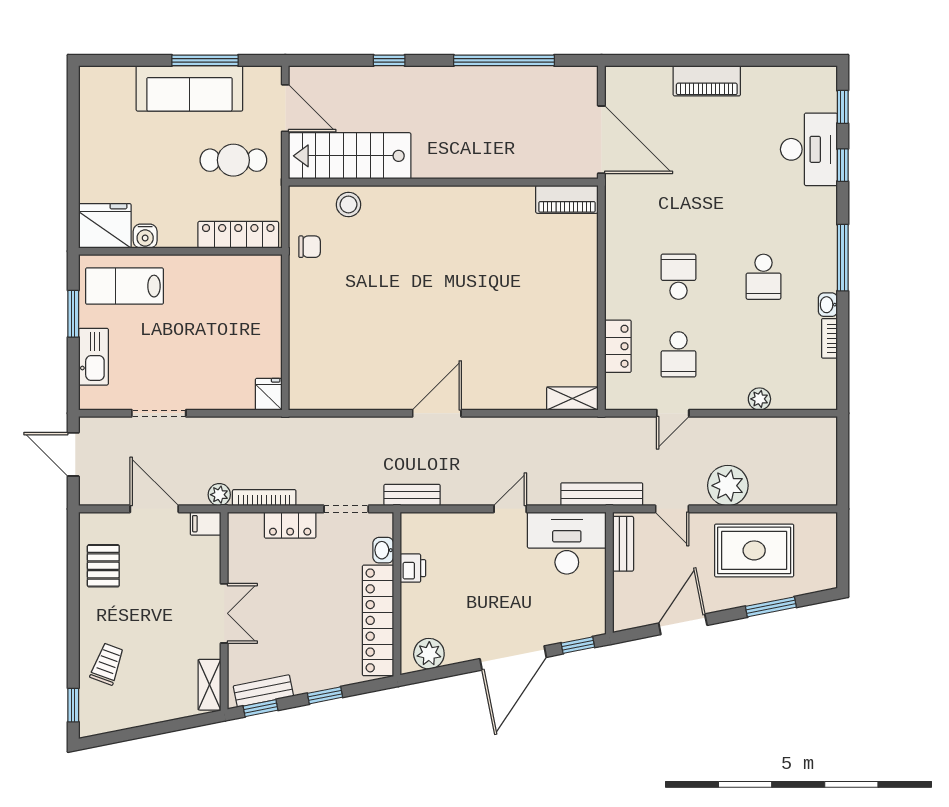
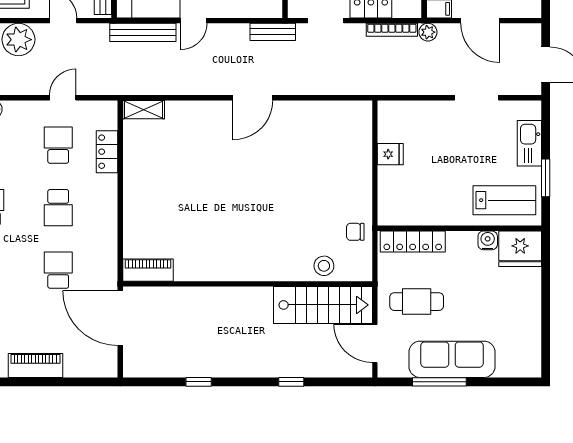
window: (504, 60) -> (199, 382), width x0.32
school desk: (678, 199) -> (58, 270), added
fridge: (269, 394) -> (390, 154), moved, turned -90
bench: (602, 494) -> (143, 32), moved

